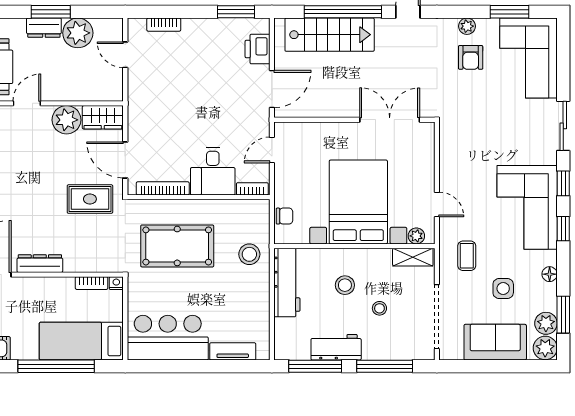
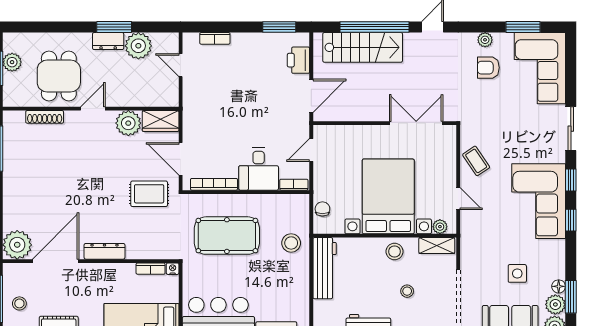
armchair: (471, 57) -> (488, 68), turned 90
chair: (285, 216) -> (322, 209), turned -90
coffee table: (467, 256) -> (476, 161), moved, turned -34
floor lamp: (550, 274) -> (559, 286), moved
stool: (345, 285) -> (395, 251), moved

